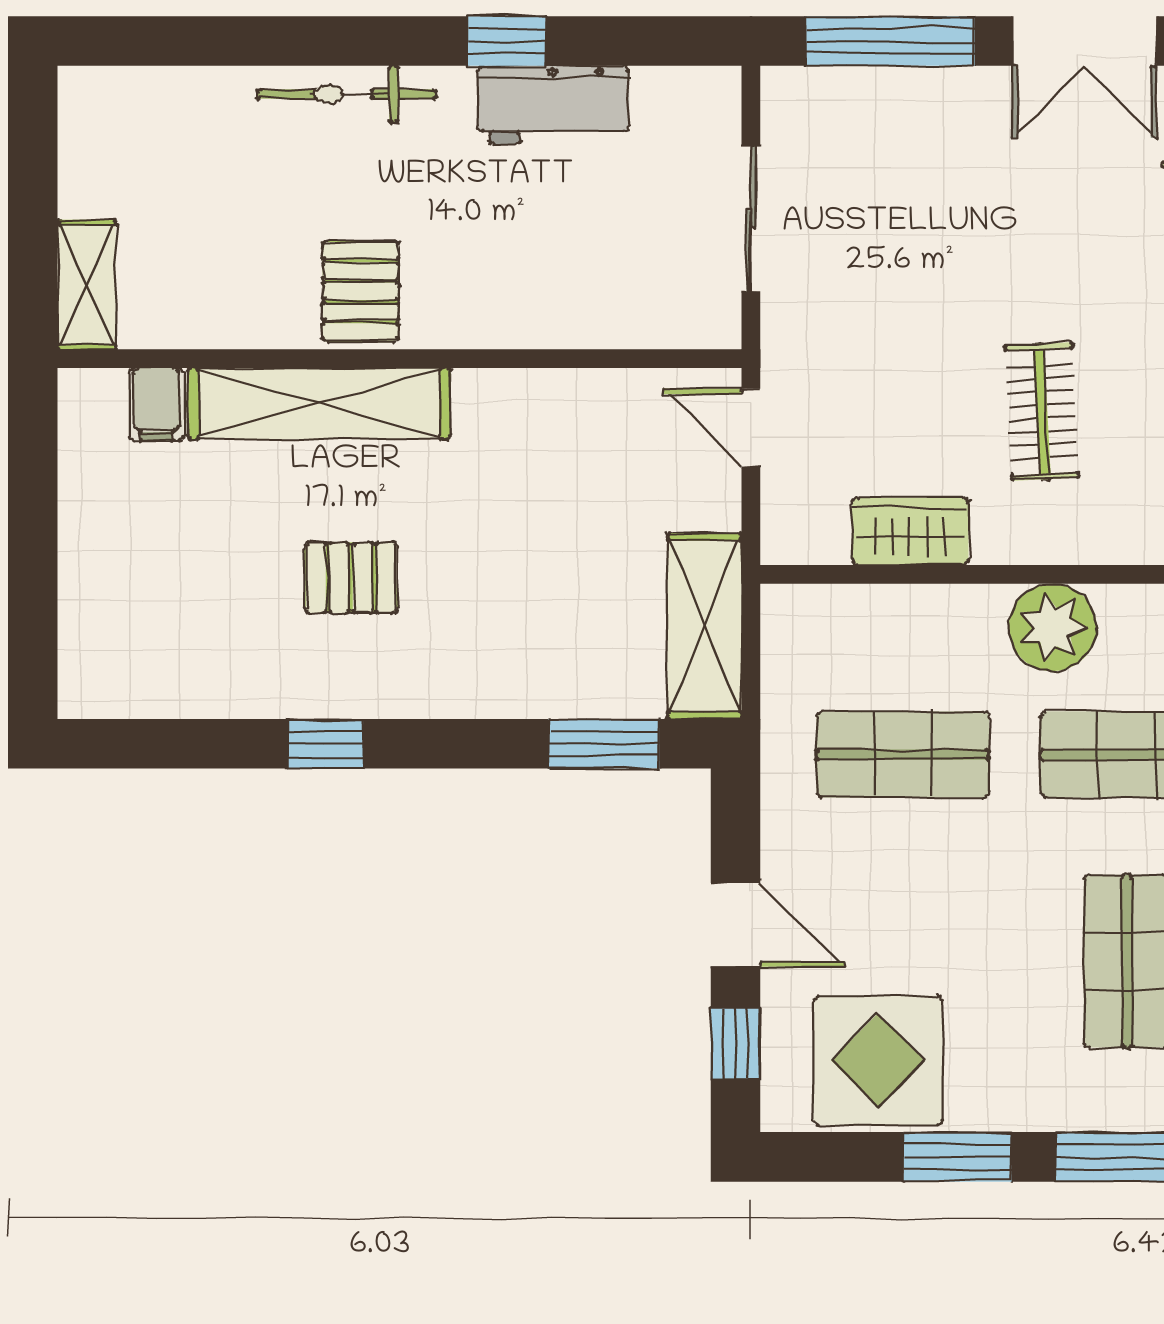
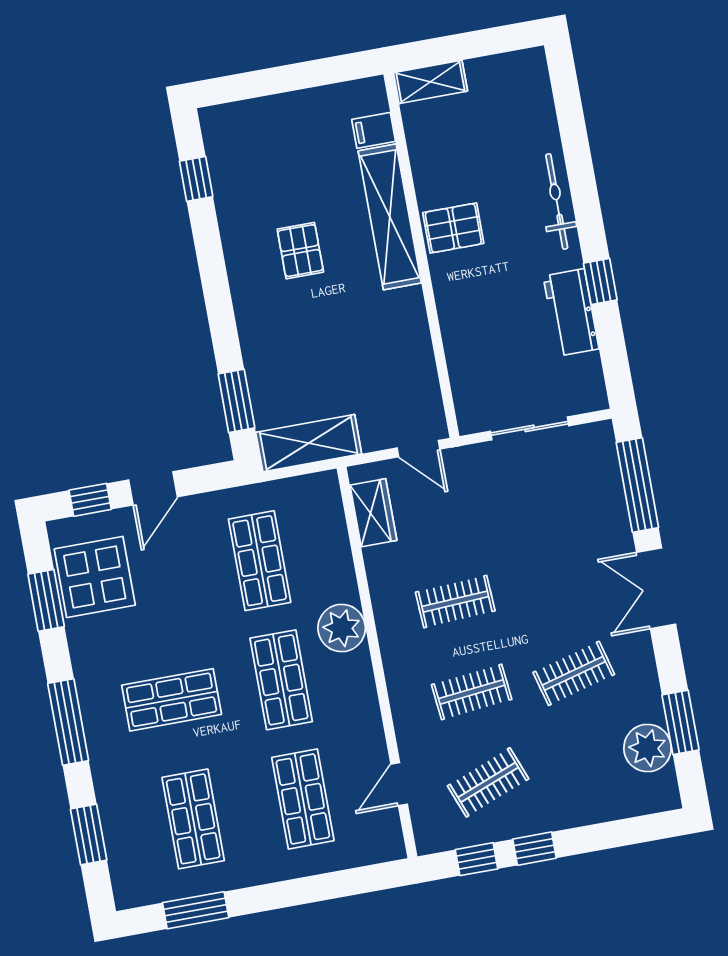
door: (751, 428) -> (419, 449), swing flipped
wardrobe: (910, 531) -> (373, 513), moved
window: (325, 744) -> (196, 179), moved
window: (958, 1157) -> (46, 600), moved

